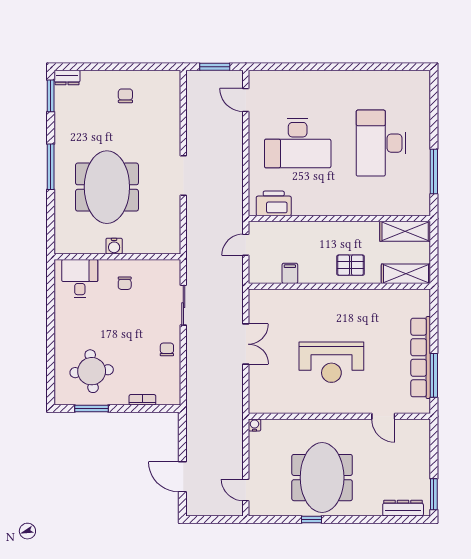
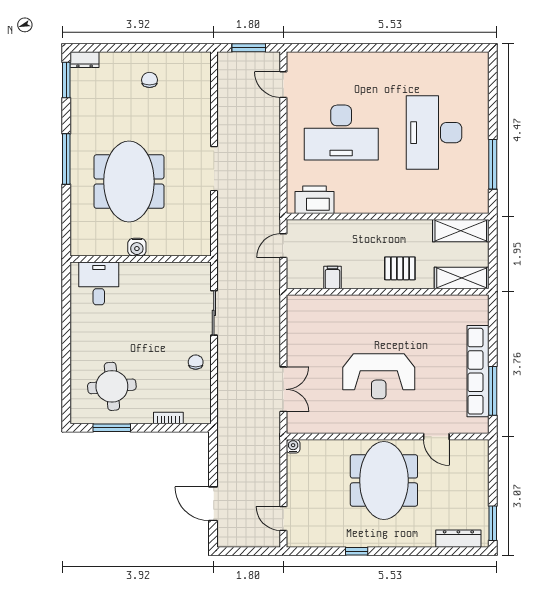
chair: (125, 283) -> (149, 288), removed
double door: (246, 344) -> (283, 389), moved
meeting table: (322, 478) -> (384, 480), moved

